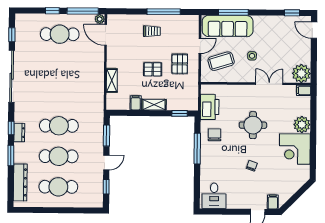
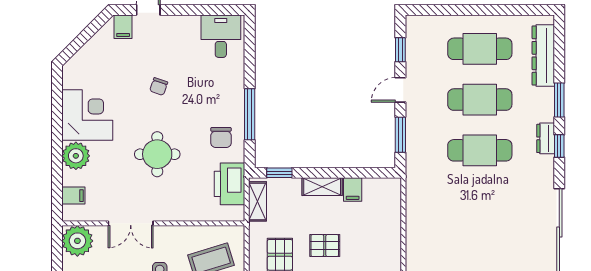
shelving: (112, 80) -> (257, 201), moved
filing cabinet: (304, 90) -> (73, 196), moved

